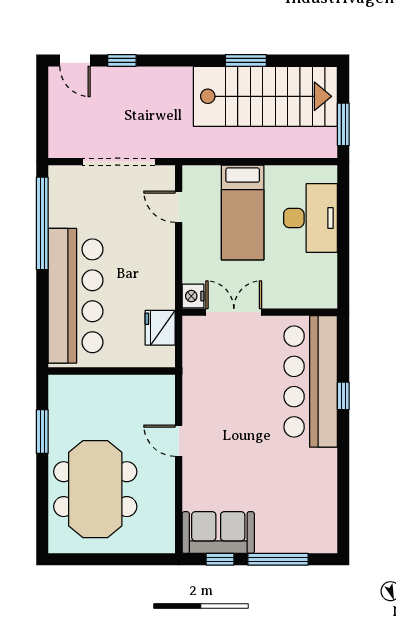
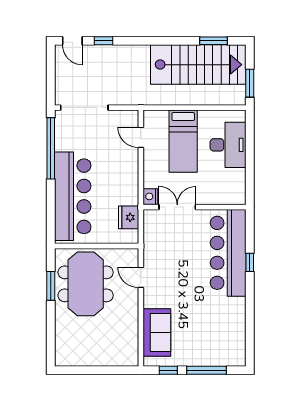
window: (246, 60) -> (213, 41), moved
doorway: (119, 162) -> (84, 108), moved
door: (179, 441) -> (141, 277), moved
meeting table: (95, 489) -> (86, 284), moved
sofa: (218, 533) -> (157, 333), moved, turned 90

